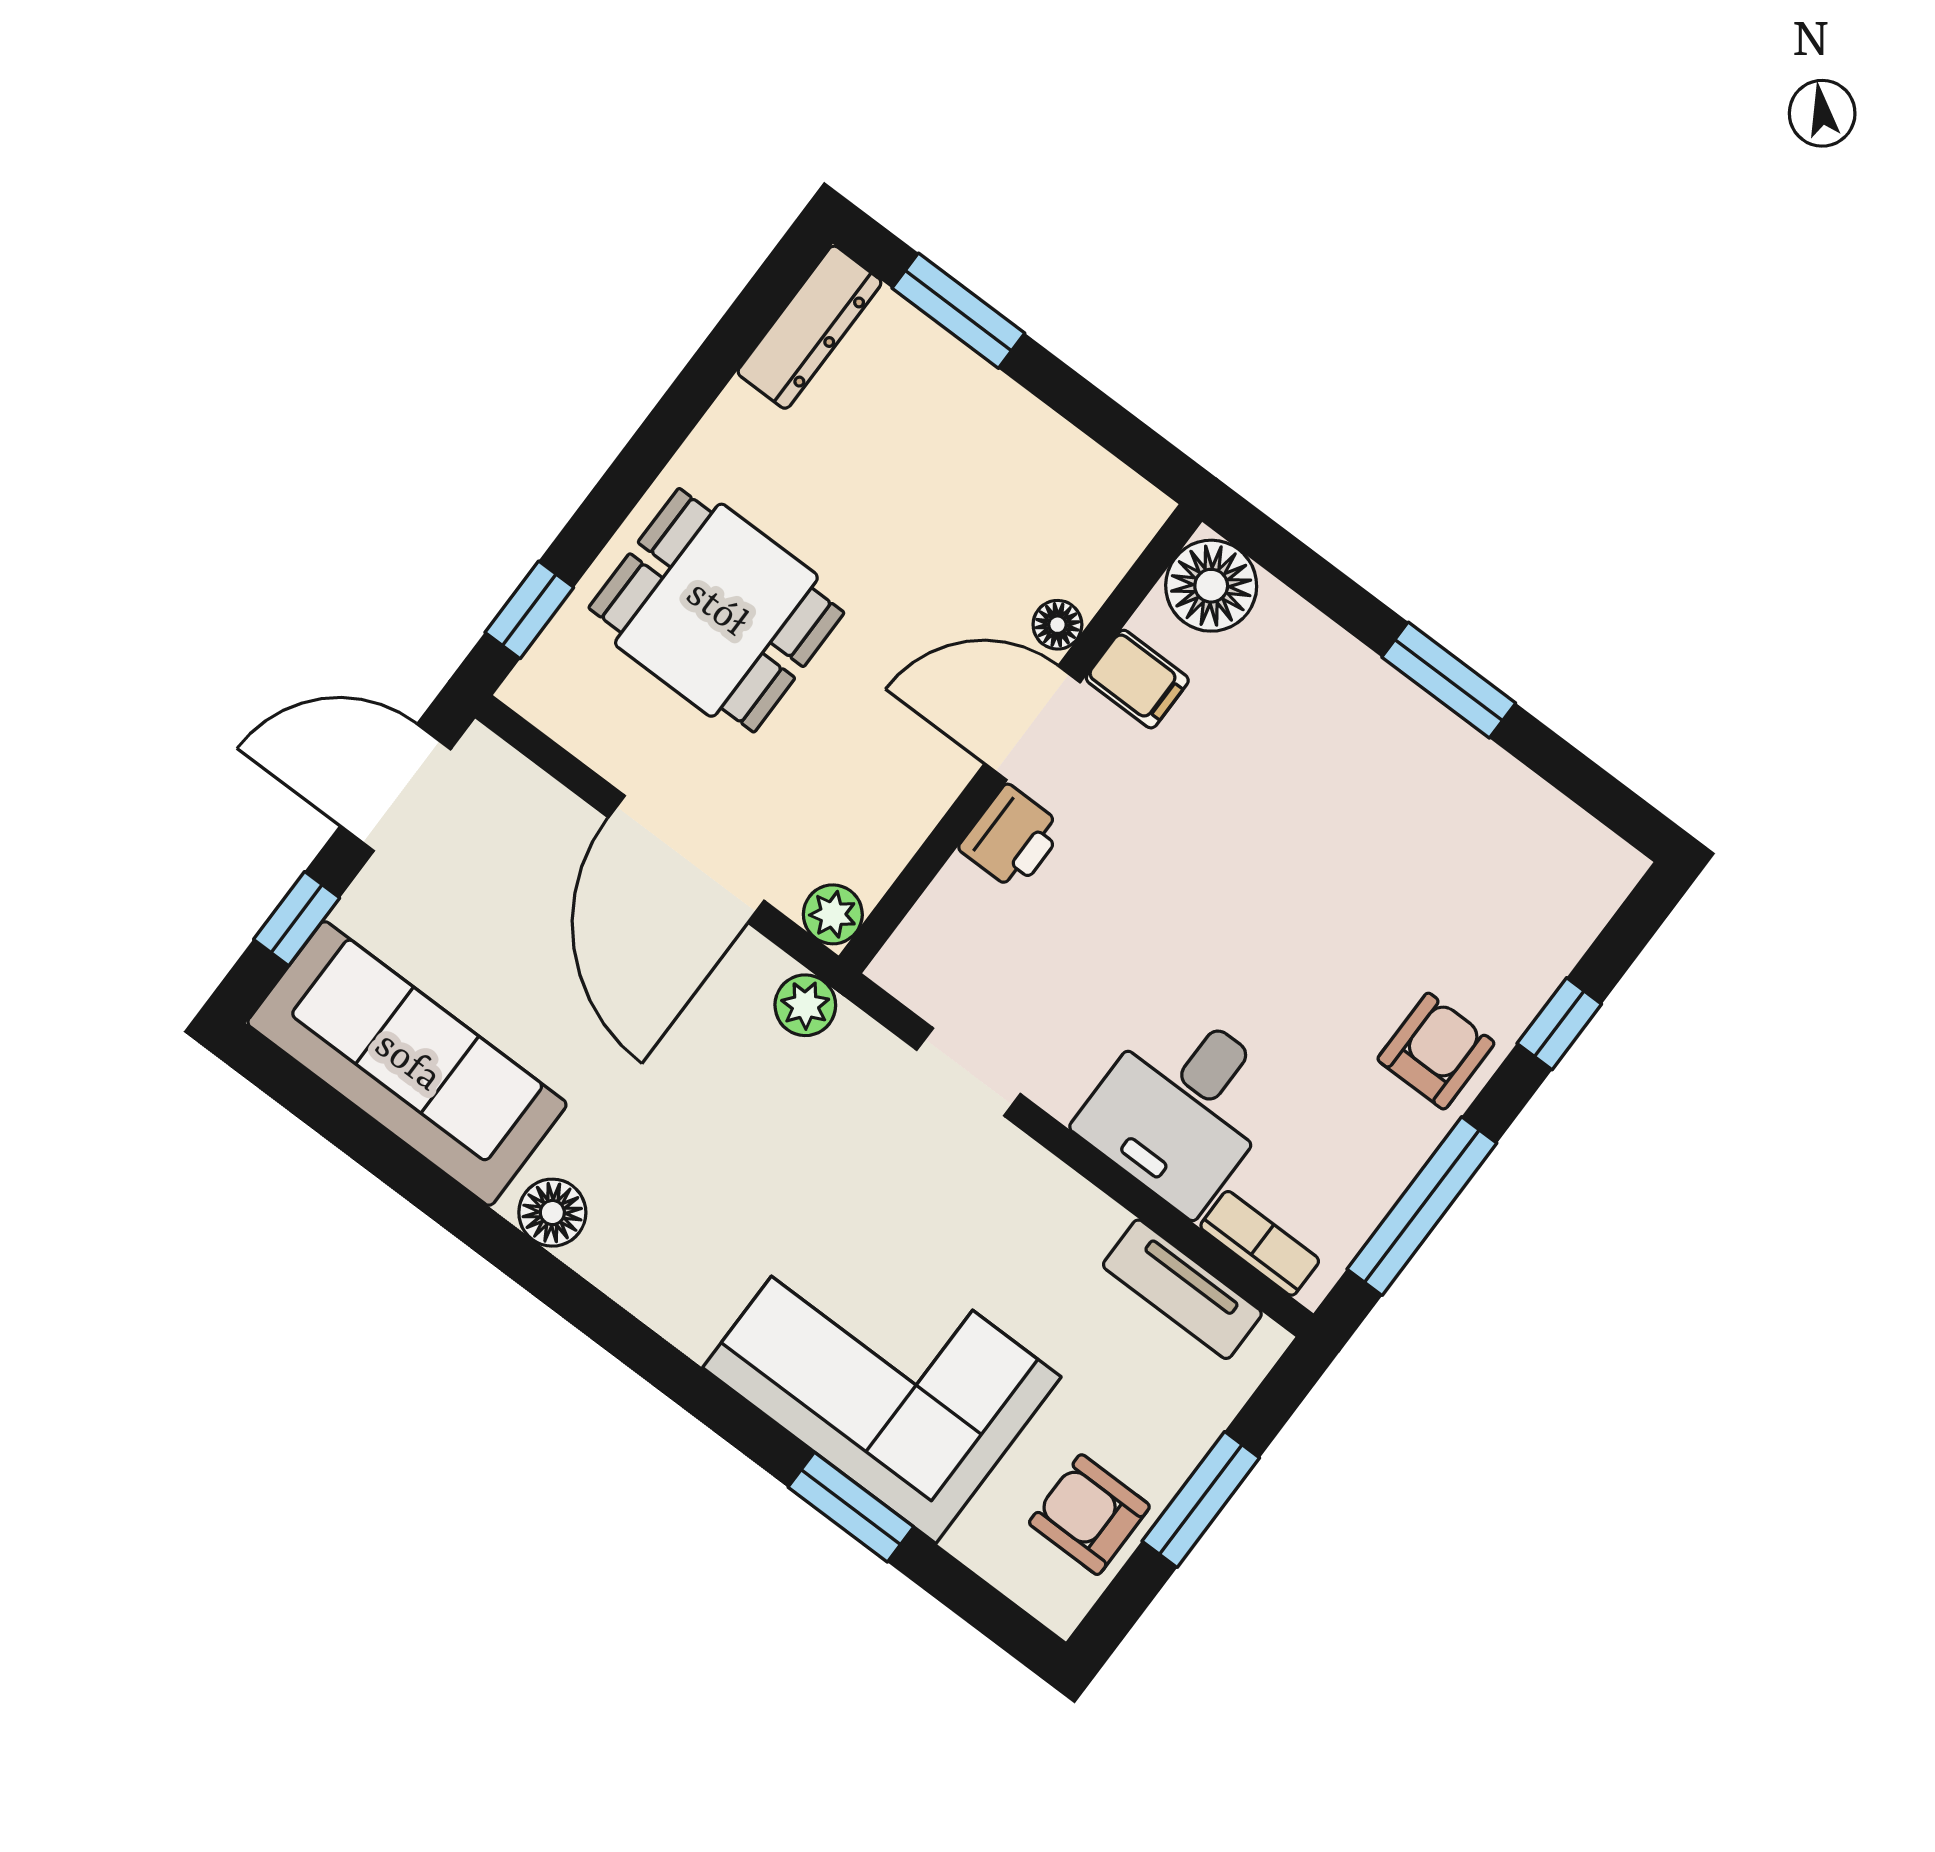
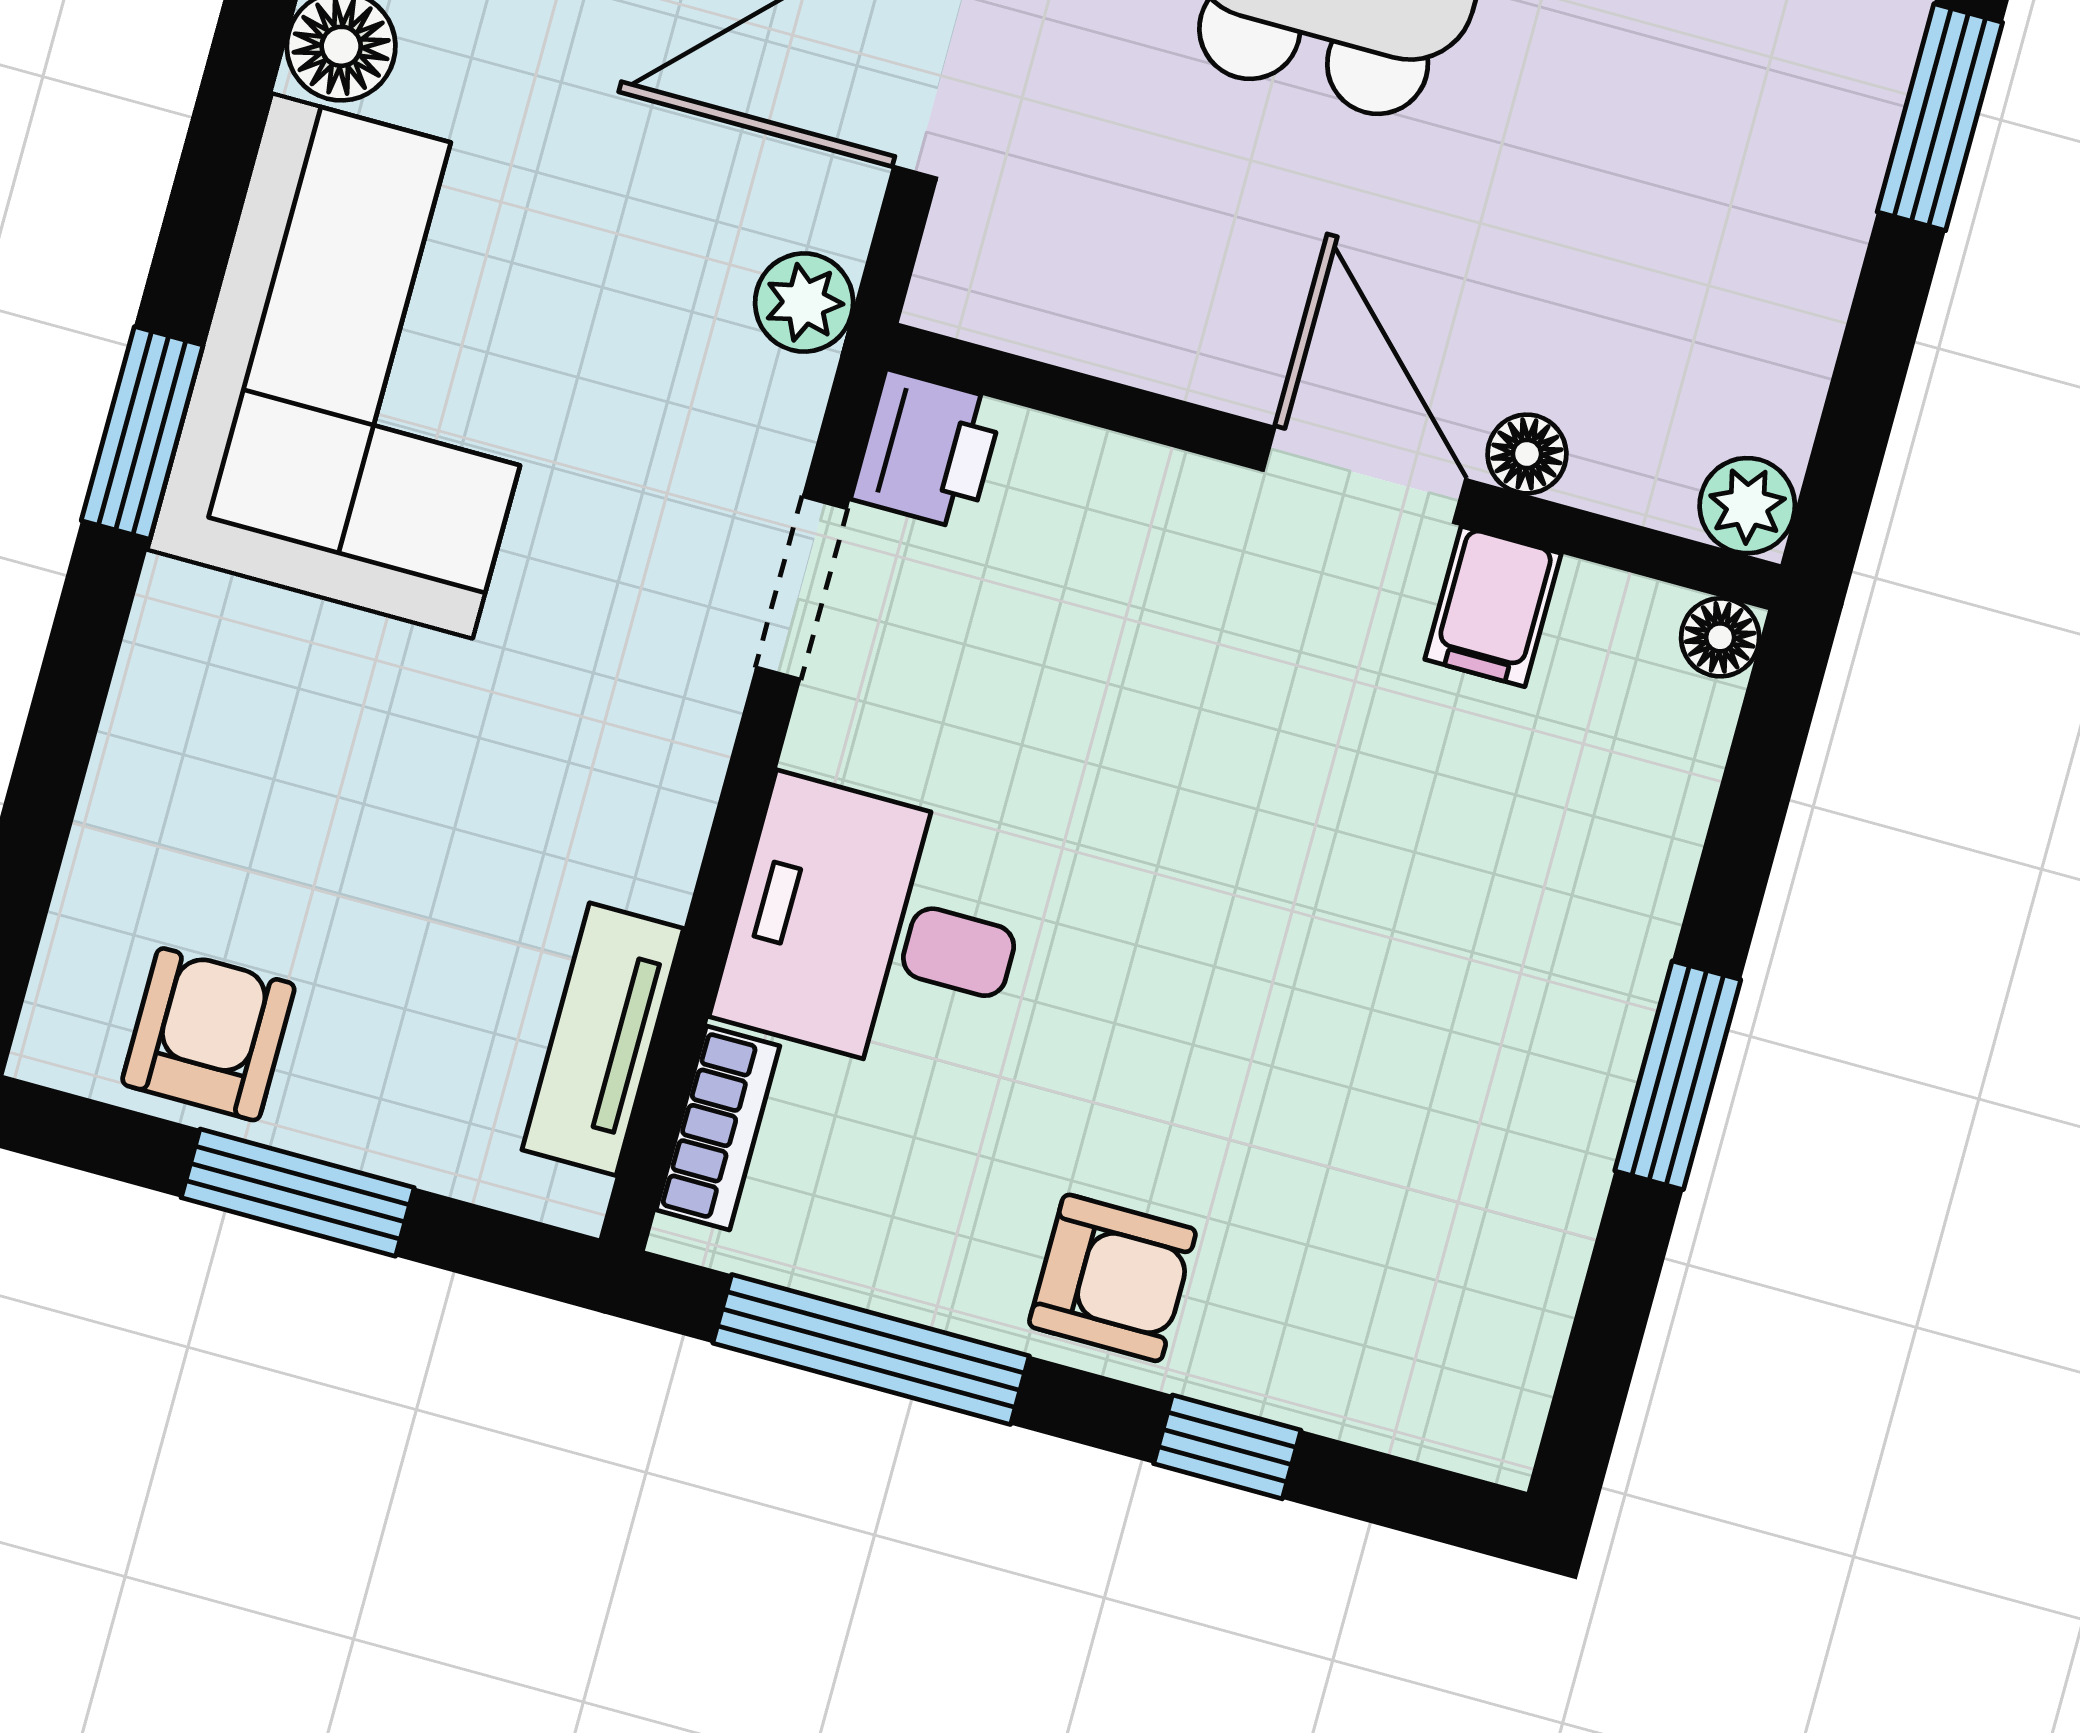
floor lamp: (1211, 586) -> (1720, 637), width x0.53, depth x0.53
printer: (1012, 838) -> (928, 450), moved, turned -90
plant: (833, 914) -> (1747, 506), moved
corner sofa: (882, 1372) -> (372, 366), moved
window: (851, 1507) -> (142, 433), moved

